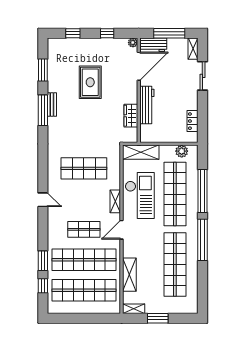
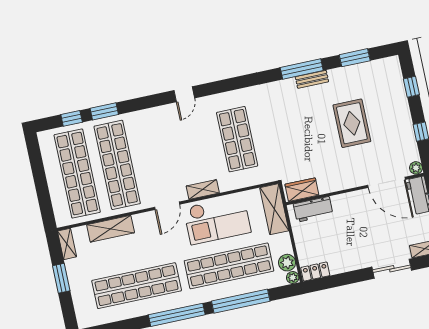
rug: (90, 82) -> (352, 123), turned 90
workbench: (147, 105) -> (313, 209), moved, width x0.73
wardrobe: (131, 116) -> (302, 190), moved
locker: (193, 121) -> (315, 272), moved
plant: (193, 149) -> (293, 278), added
shop shelf: (84, 229) -> (157, 156), removed
door: (122, 230) -> (167, 206), swing flipped

